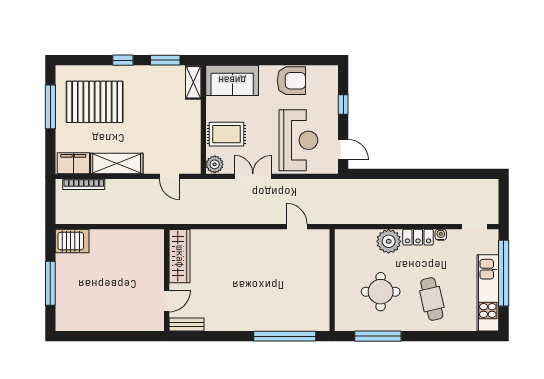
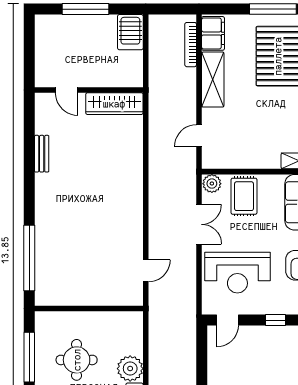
wardrobe: (180, 256) -> (114, 104), moved
wall: (167, 280) -> (89, 90), moved
door: (167, 301) -> (67, 90), moved

